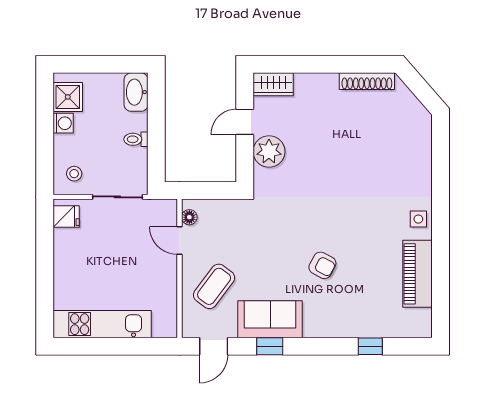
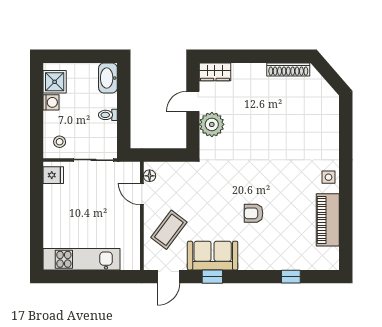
armchair: (322, 265) -> (254, 213), turned 152

